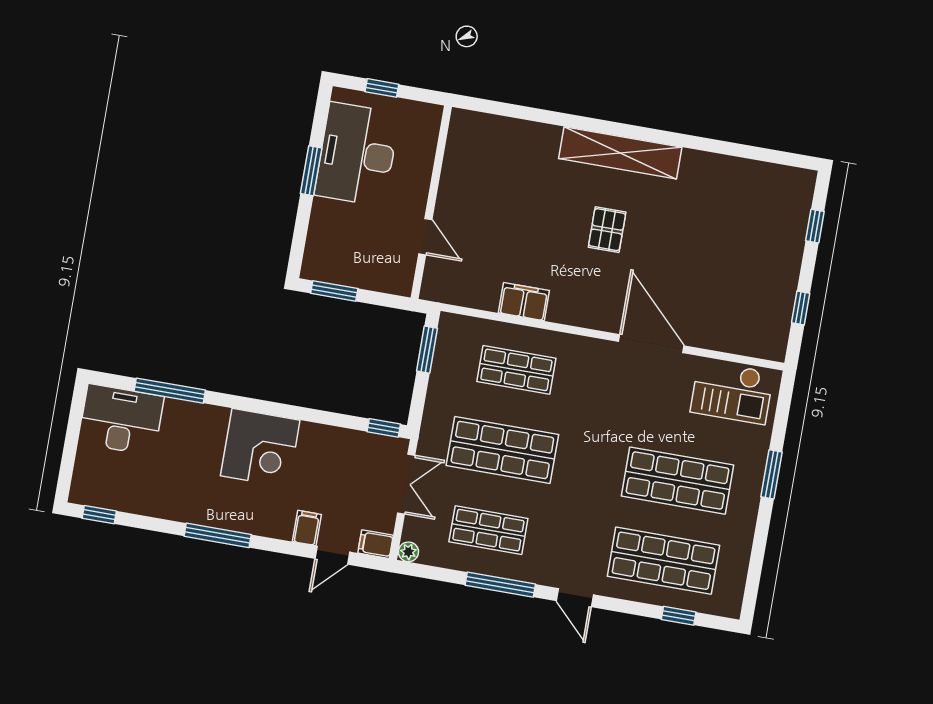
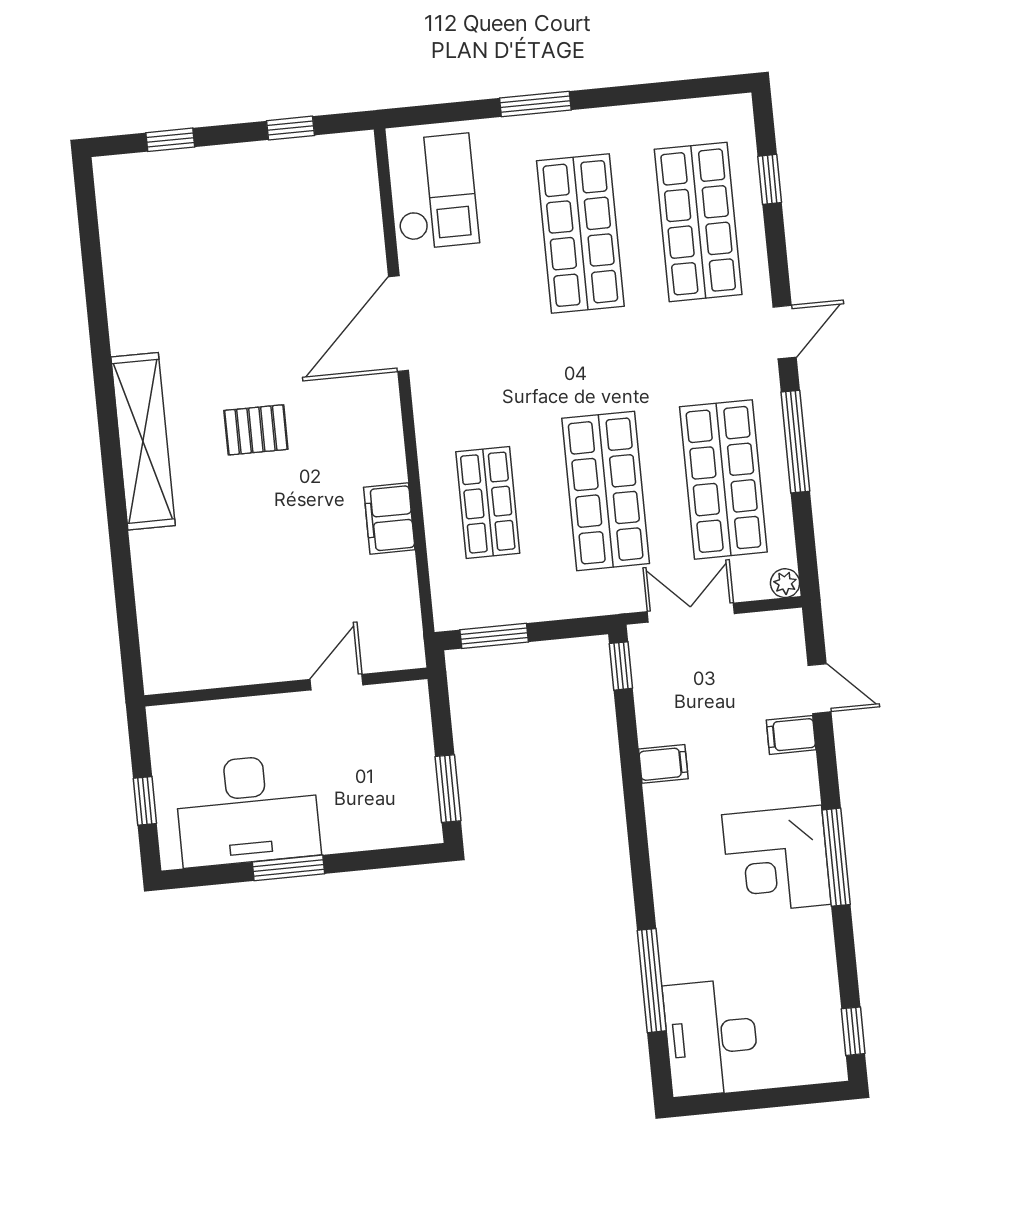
corner desk: (260, 448) -> (776, 859), moved, turned 180
shop shelf: (488, 530) -> (723, 479), width x1.43, depth x1.36
filing cabinet: (376, 544) -> (663, 764), moved, turned -90

